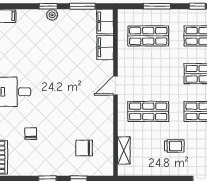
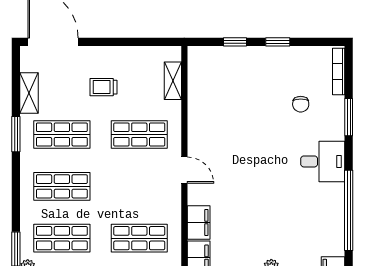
door: (115, 85) -> (184, 170), hinge flipped
chair: (84, 148) -> (227, 84), removed

